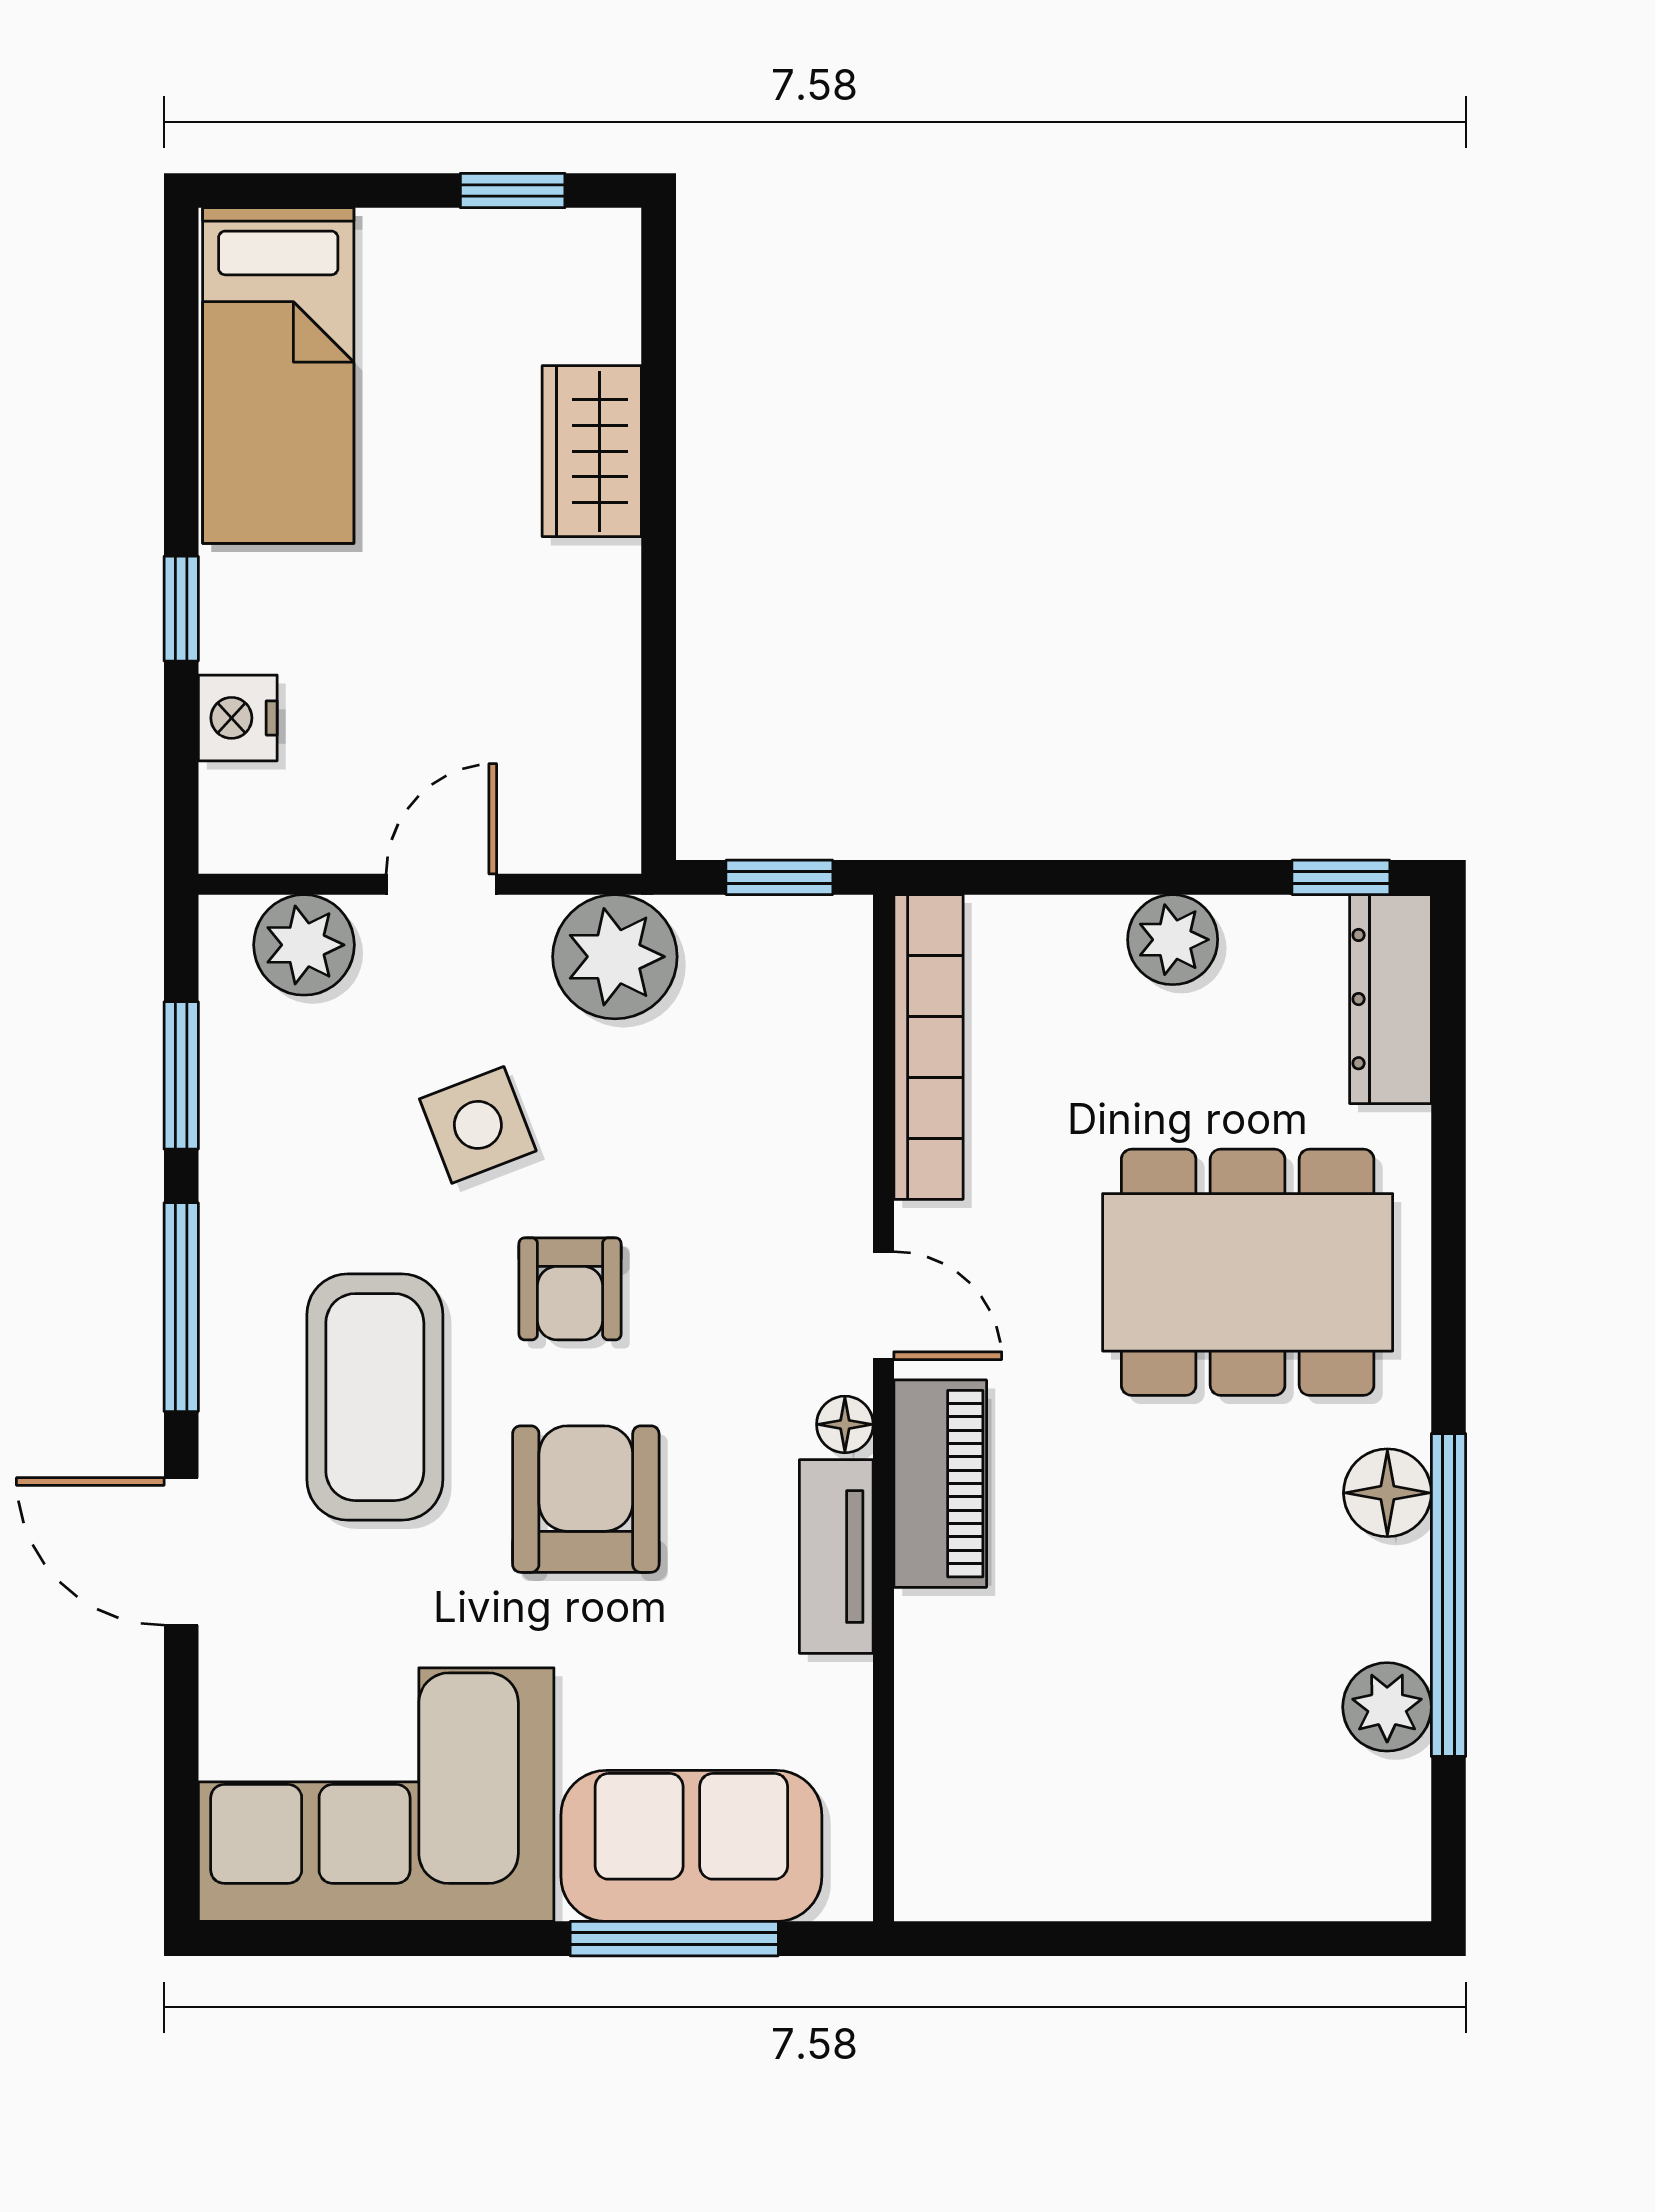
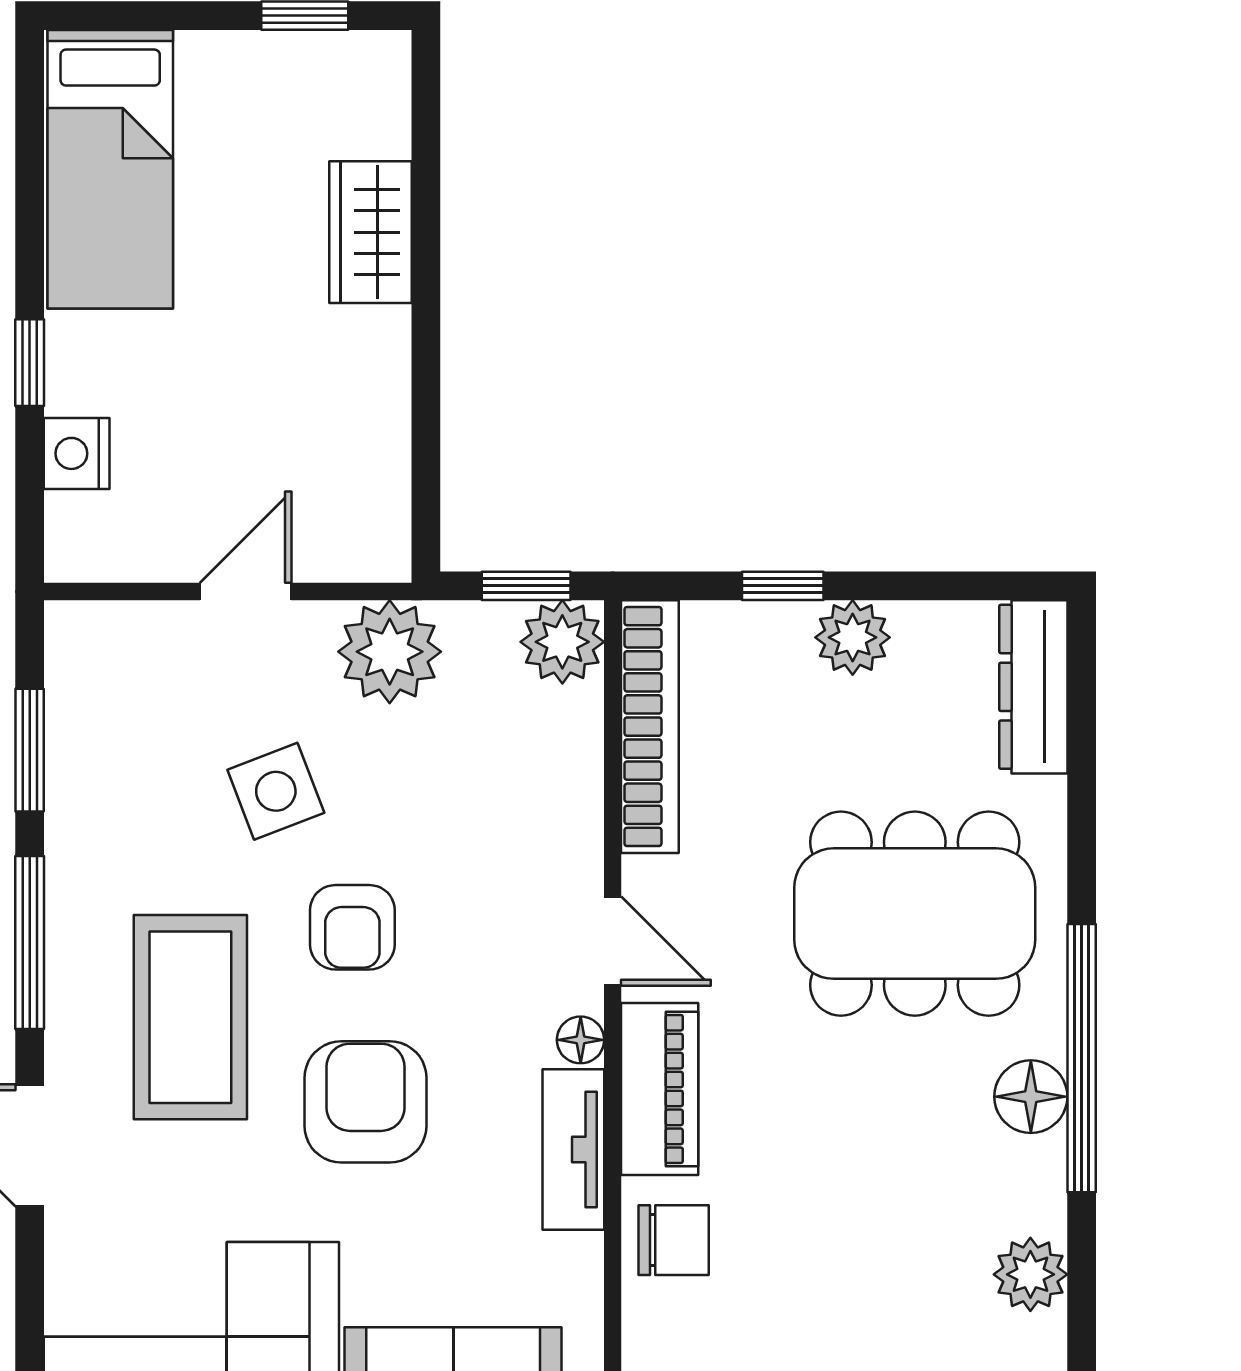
window: (1341, 877) -> (783, 586), moved
plant: (304, 945) -> (562, 642), moved
window: (1449, 1595) -> (1082, 1058), moved
chair: (957, 1666) -> (674, 1240), added

